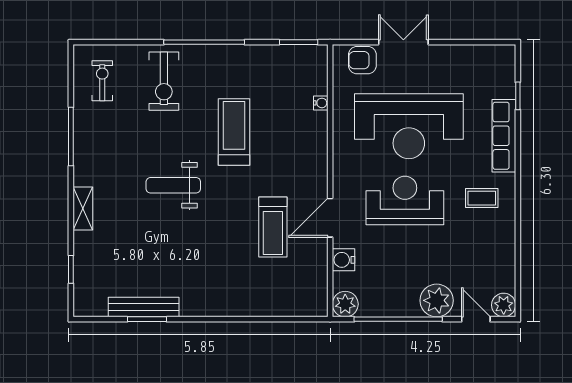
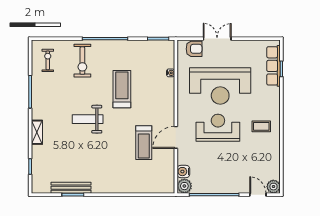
armchair: (362, 60) -> (194, 49), turned 180
row of seats: (504, 136) -> (274, 66), moved
water cooler: (343, 260) -> (183, 172), moved
plant: (437, 300) -> (236, 184), removed

